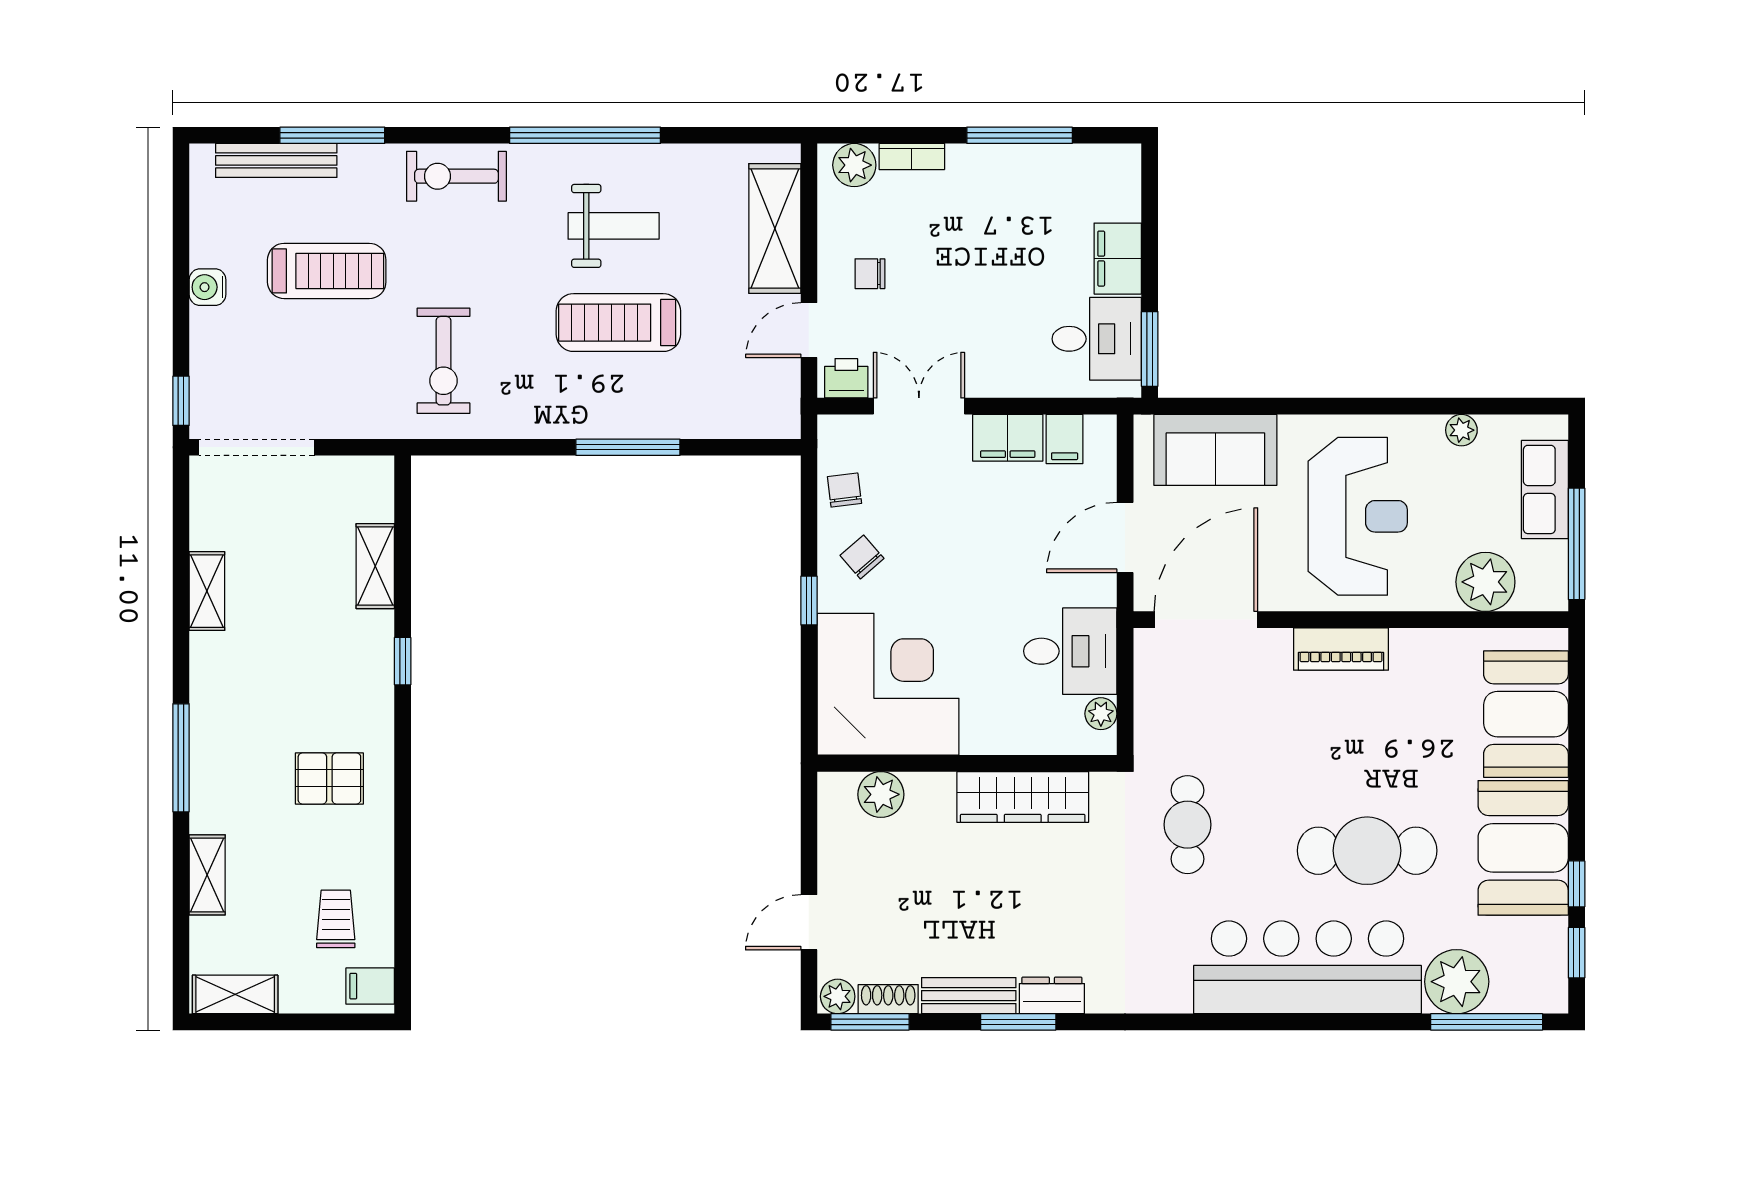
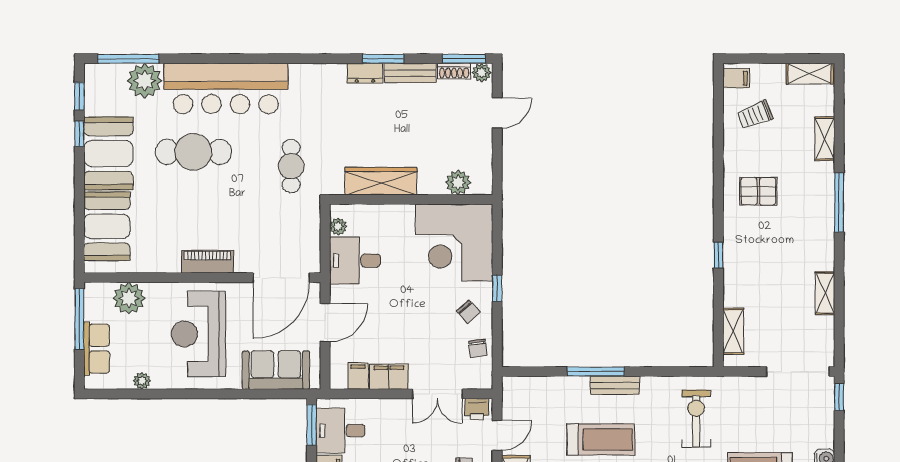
bench: (593, 422) -> (615, 385), added
shelving: (375, 566) -> (733, 331), moved
trolley: (336, 919) -> (755, 115), turned 69

